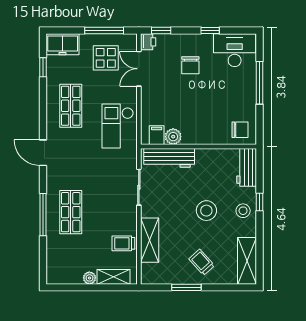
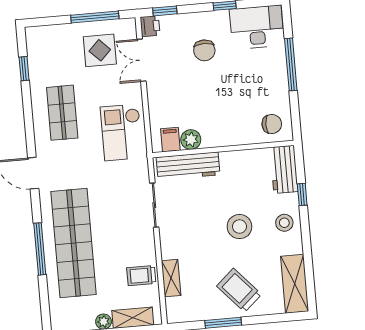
freezer: (63, 44) -> (45, 38), removed
window: (260, 202) -> (302, 194), moved
shop shelf: (71, 212) -> (74, 243), width x2.00, depth x1.36
shelving: (150, 240) -> (171, 278), width x0.67, depth x0.75
trolley: (202, 262) -> (239, 290), width x1.36, depth x1.39

